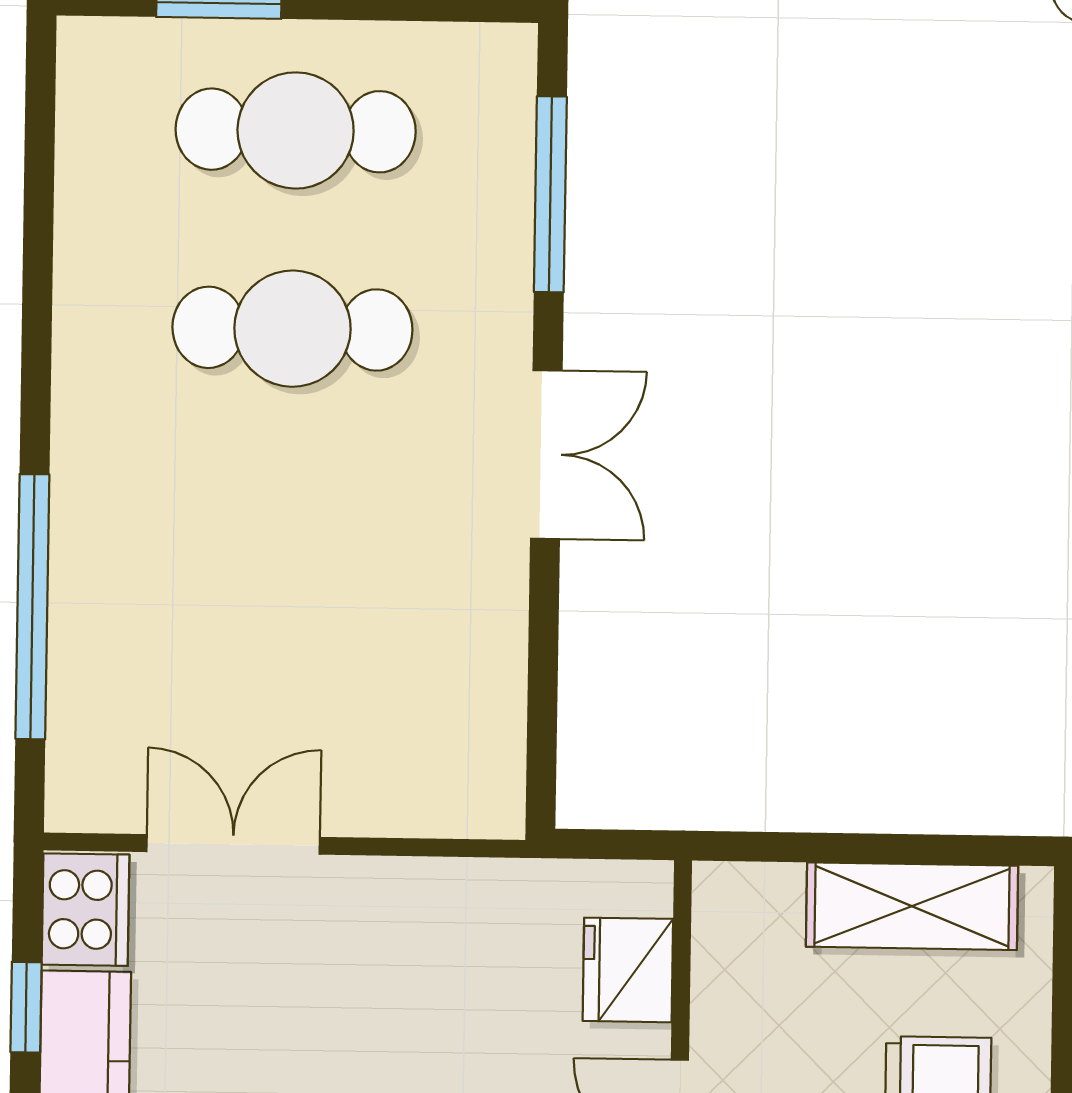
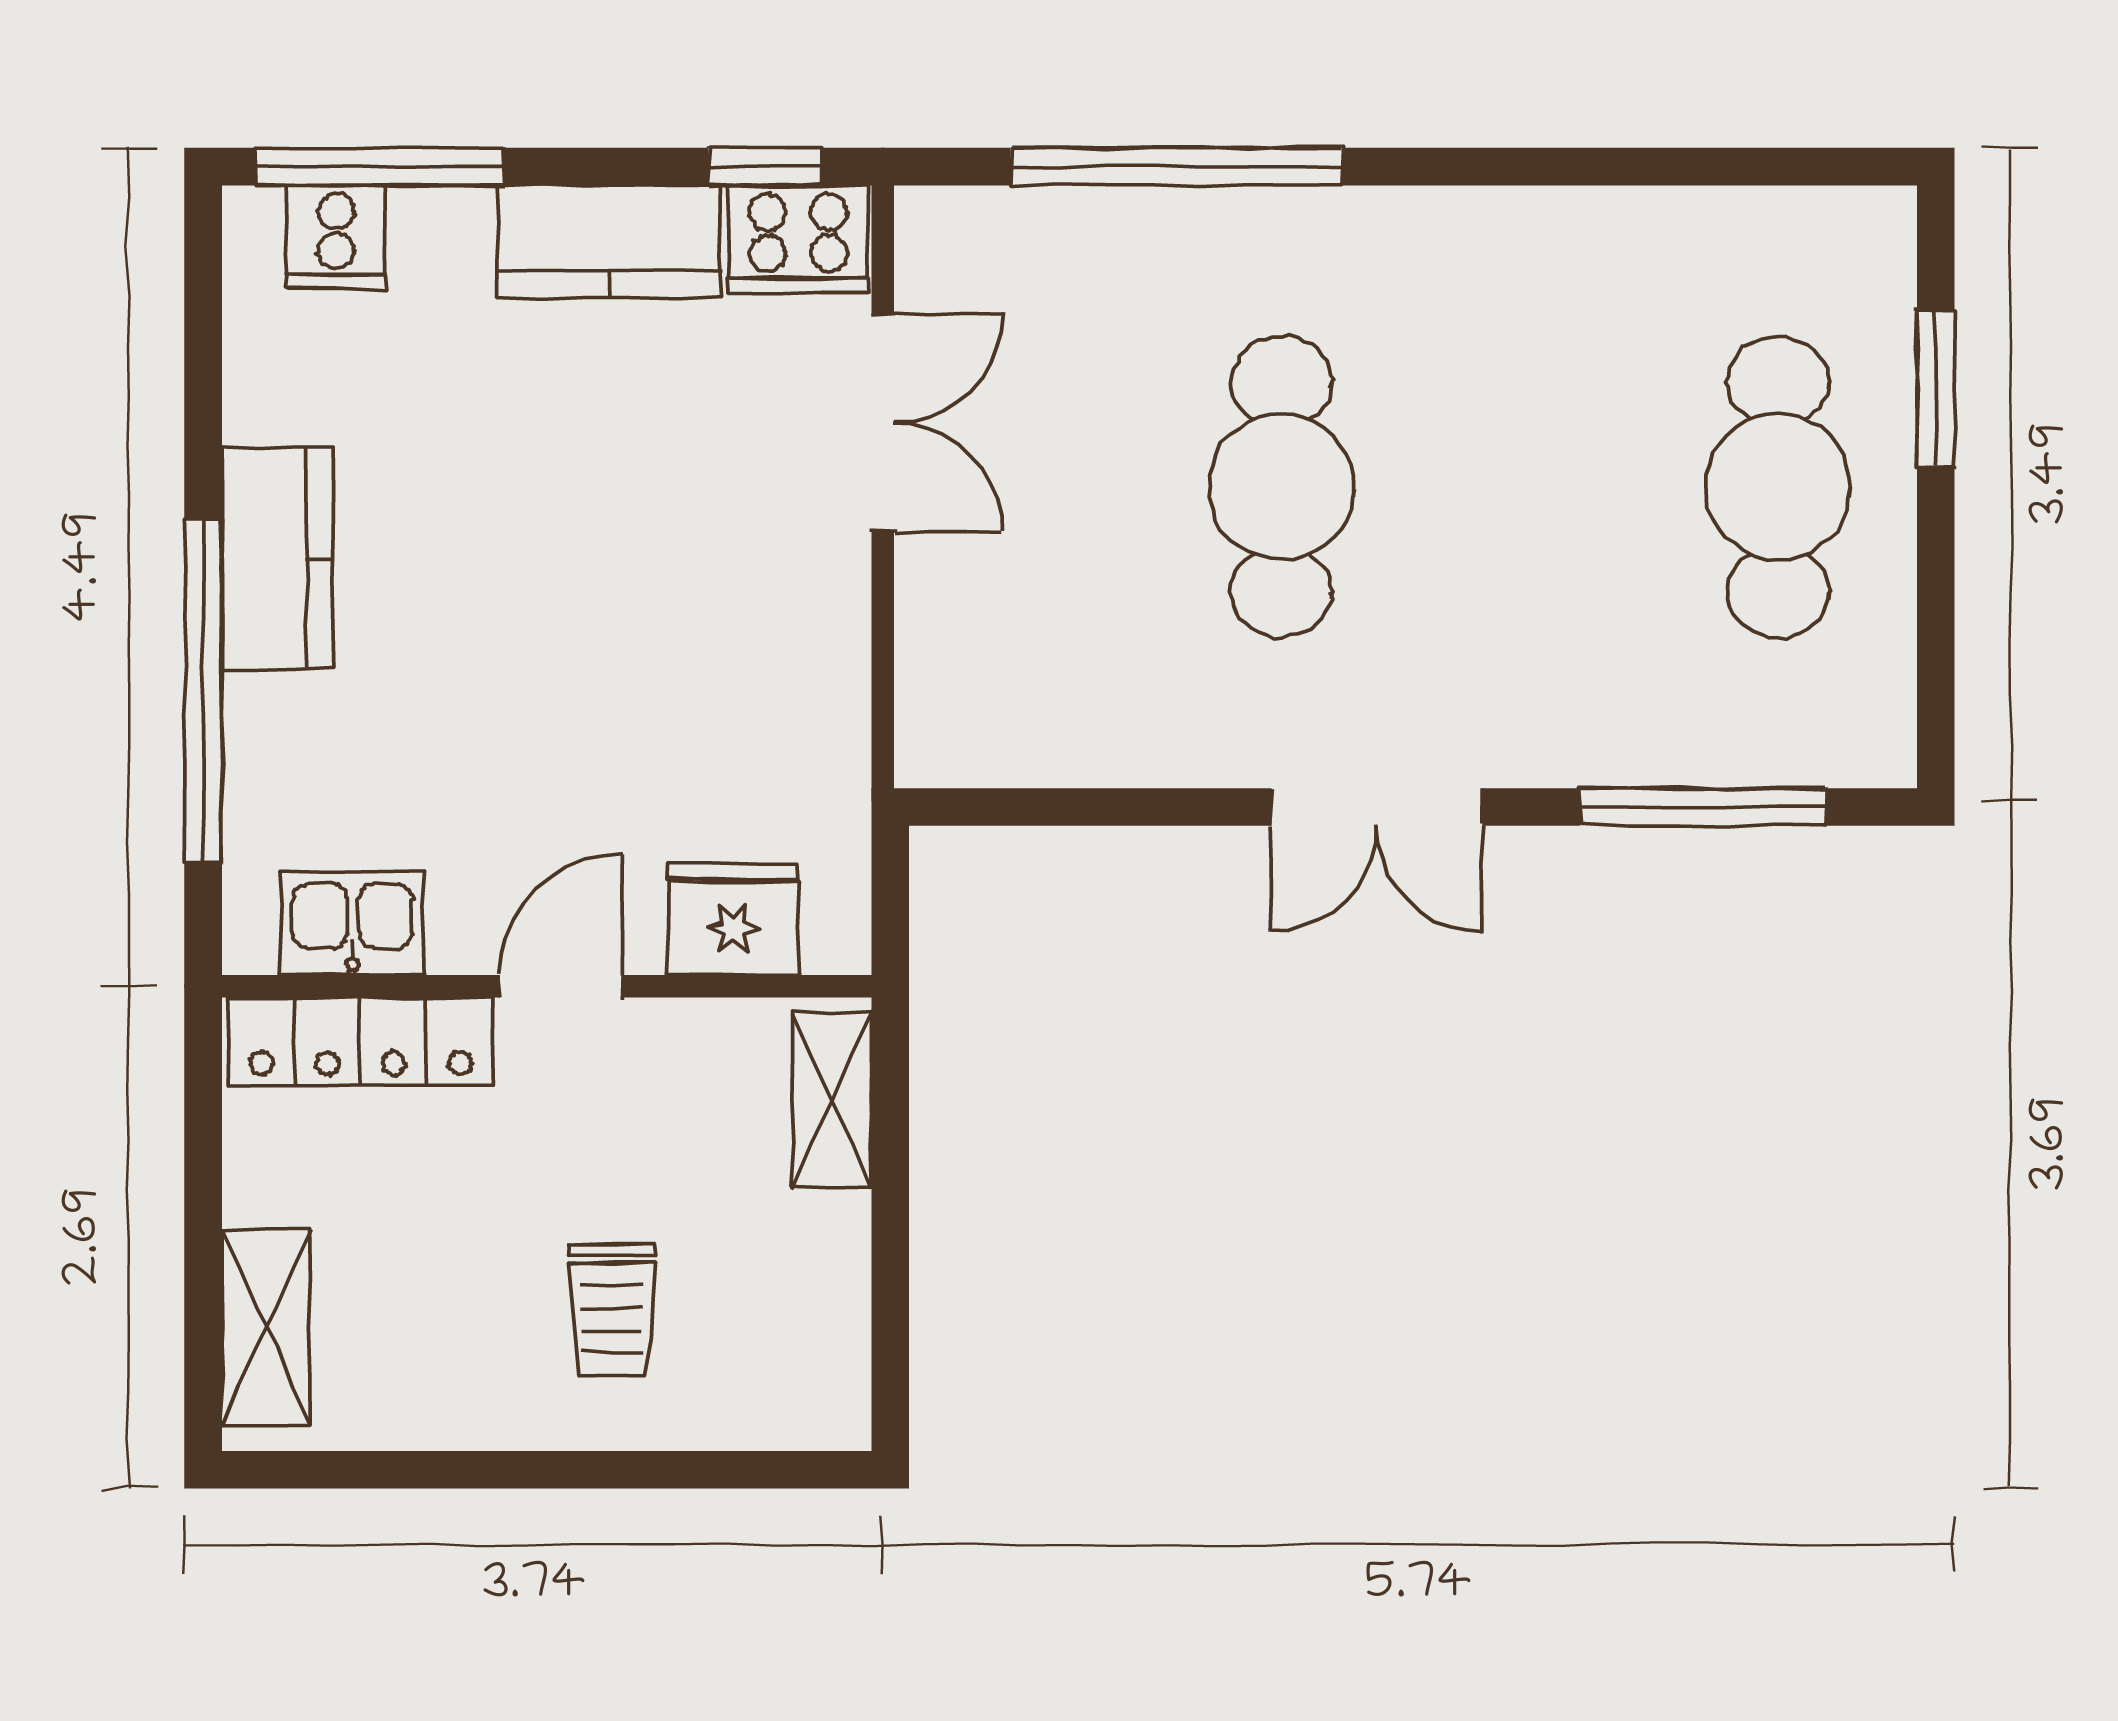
cafe table: (292, 329) -> (1281, 487), moved
shelving: (912, 906) -> (832, 1100), moved, width x0.67, depth x0.75
window: (26, 1007) -> (765, 167), moved

